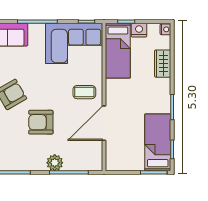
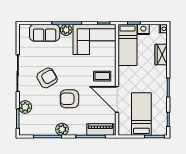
plant: (36, 31) -> (66, 30), added
door: (104, 123) -> (117, 99), hinge flipped
bed: (158, 142) -> (141, 114), moved
plant: (55, 163) -> (62, 129), moved
piano: (82, 163) -> (100, 129), added

